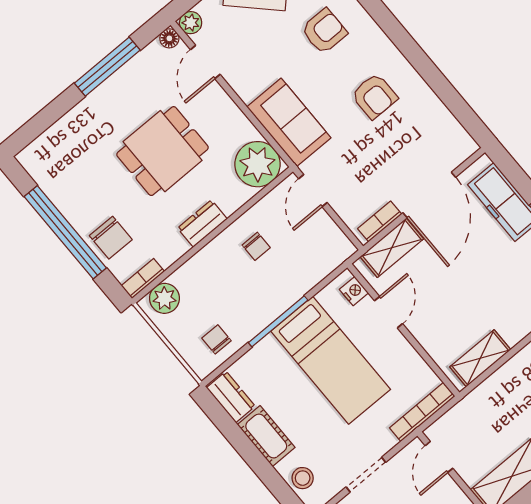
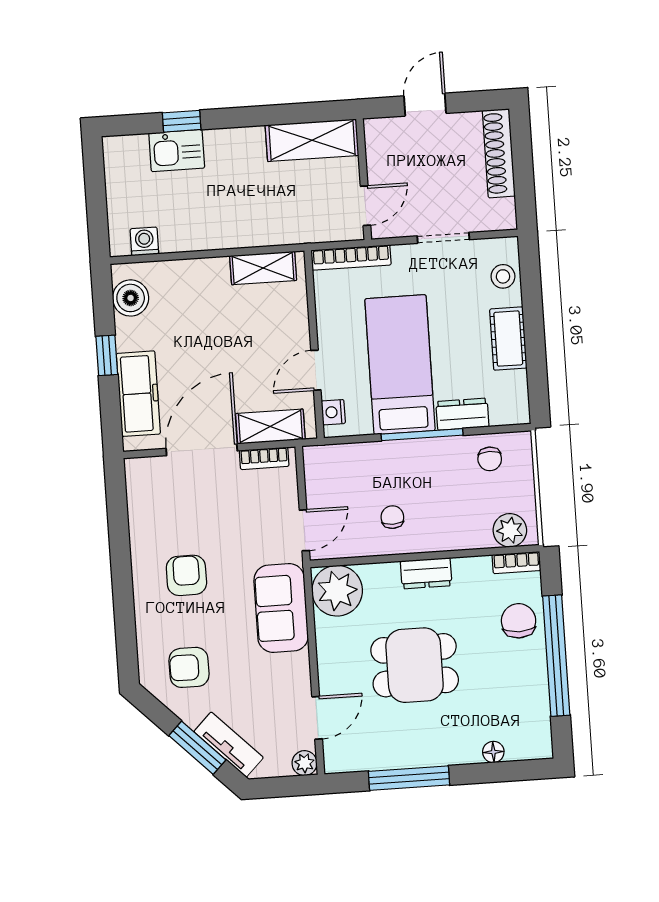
floor lamp: (169, 38) -> (493, 752), moved
dresser: (231, 397) -> (462, 414), moved, turned 90

